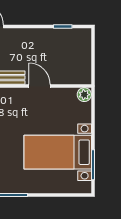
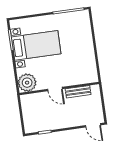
plant: (84, 95) -> (27, 83), width x1.88, depth x1.88

